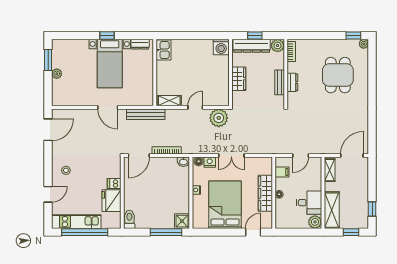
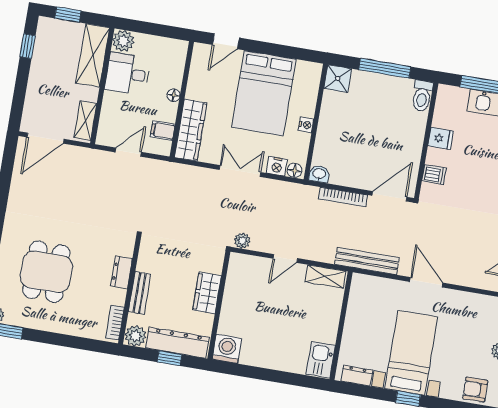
armchair: (67, 48) -> (475, 390), added
bench: (280, 82) -> (139, 293), moved
plant: (219, 118) -> (242, 241), width x0.53, depth x0.53
dishwasher: (114, 183) -> (434, 175), moved
wardrobe: (265, 193) -> (191, 130), moved
fridge: (112, 201) -> (441, 138), width x0.53, depth x0.75
window: (166, 232) -> (385, 68), moved

